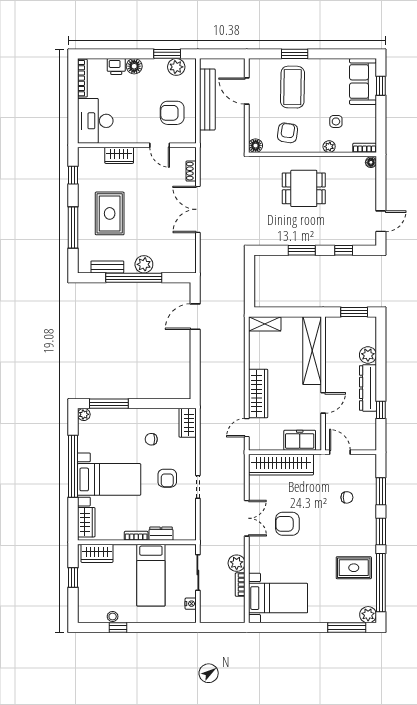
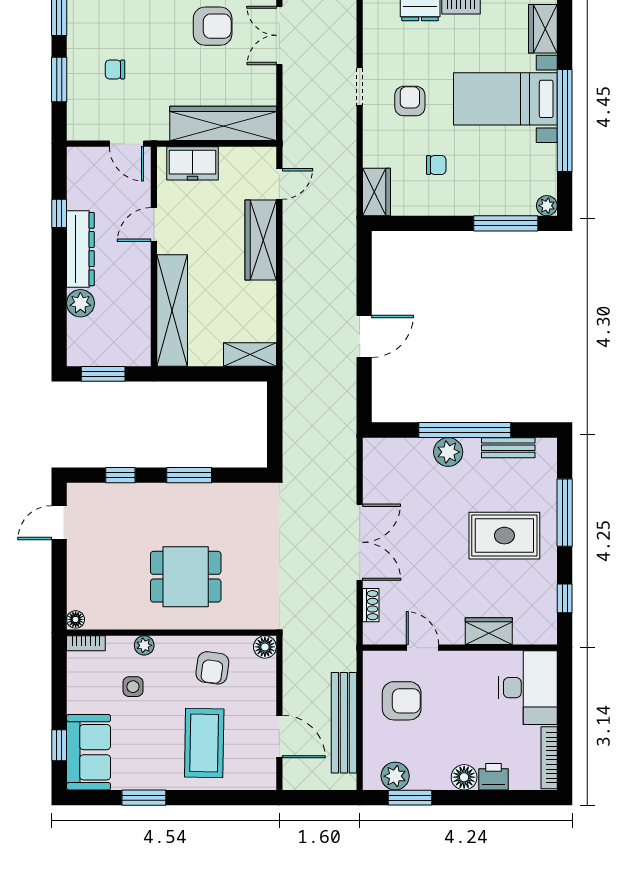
window: (295, 54) -> (144, 798), moved
rug: (110, 213) -> (504, 536), turned 90
door: (195, 317) -> (364, 336), moved

